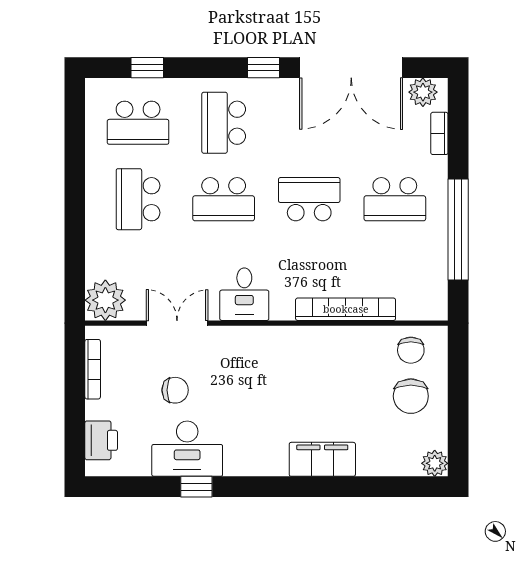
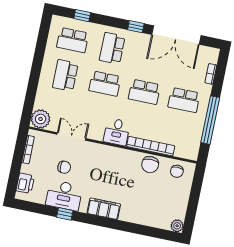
plant: (423, 92) -> (207, 53), removed
school desk: (309, 199) -> (144, 92), turned 180
desk: (244, 294) -> (117, 132), moved
chair: (411, 396) -> (150, 165), moved
filing cabinet: (322, 459) -> (104, 209), moved

